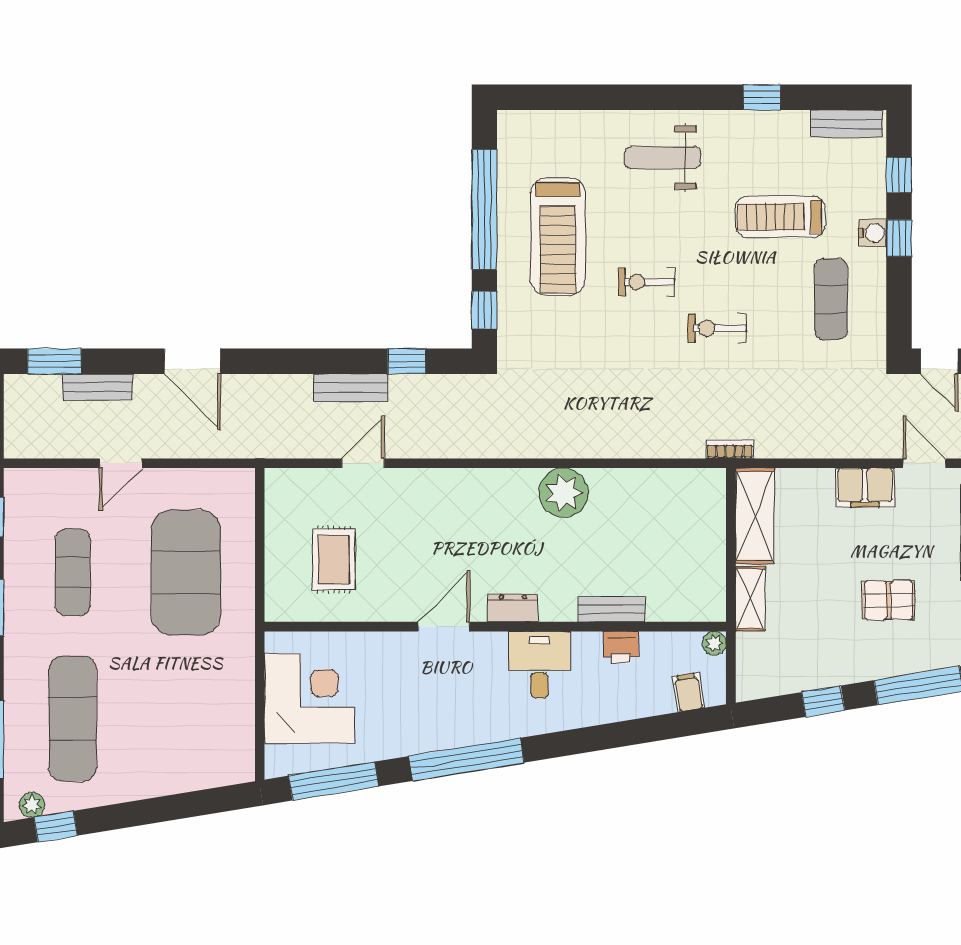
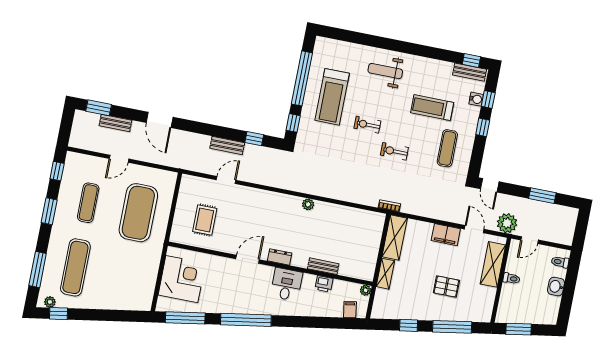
window: (762, 97) -> (471, 60), moved
water cooler: (873, 233) -> (476, 99), moved
plant: (564, 493) -> (308, 204), width x0.53, depth x0.53

